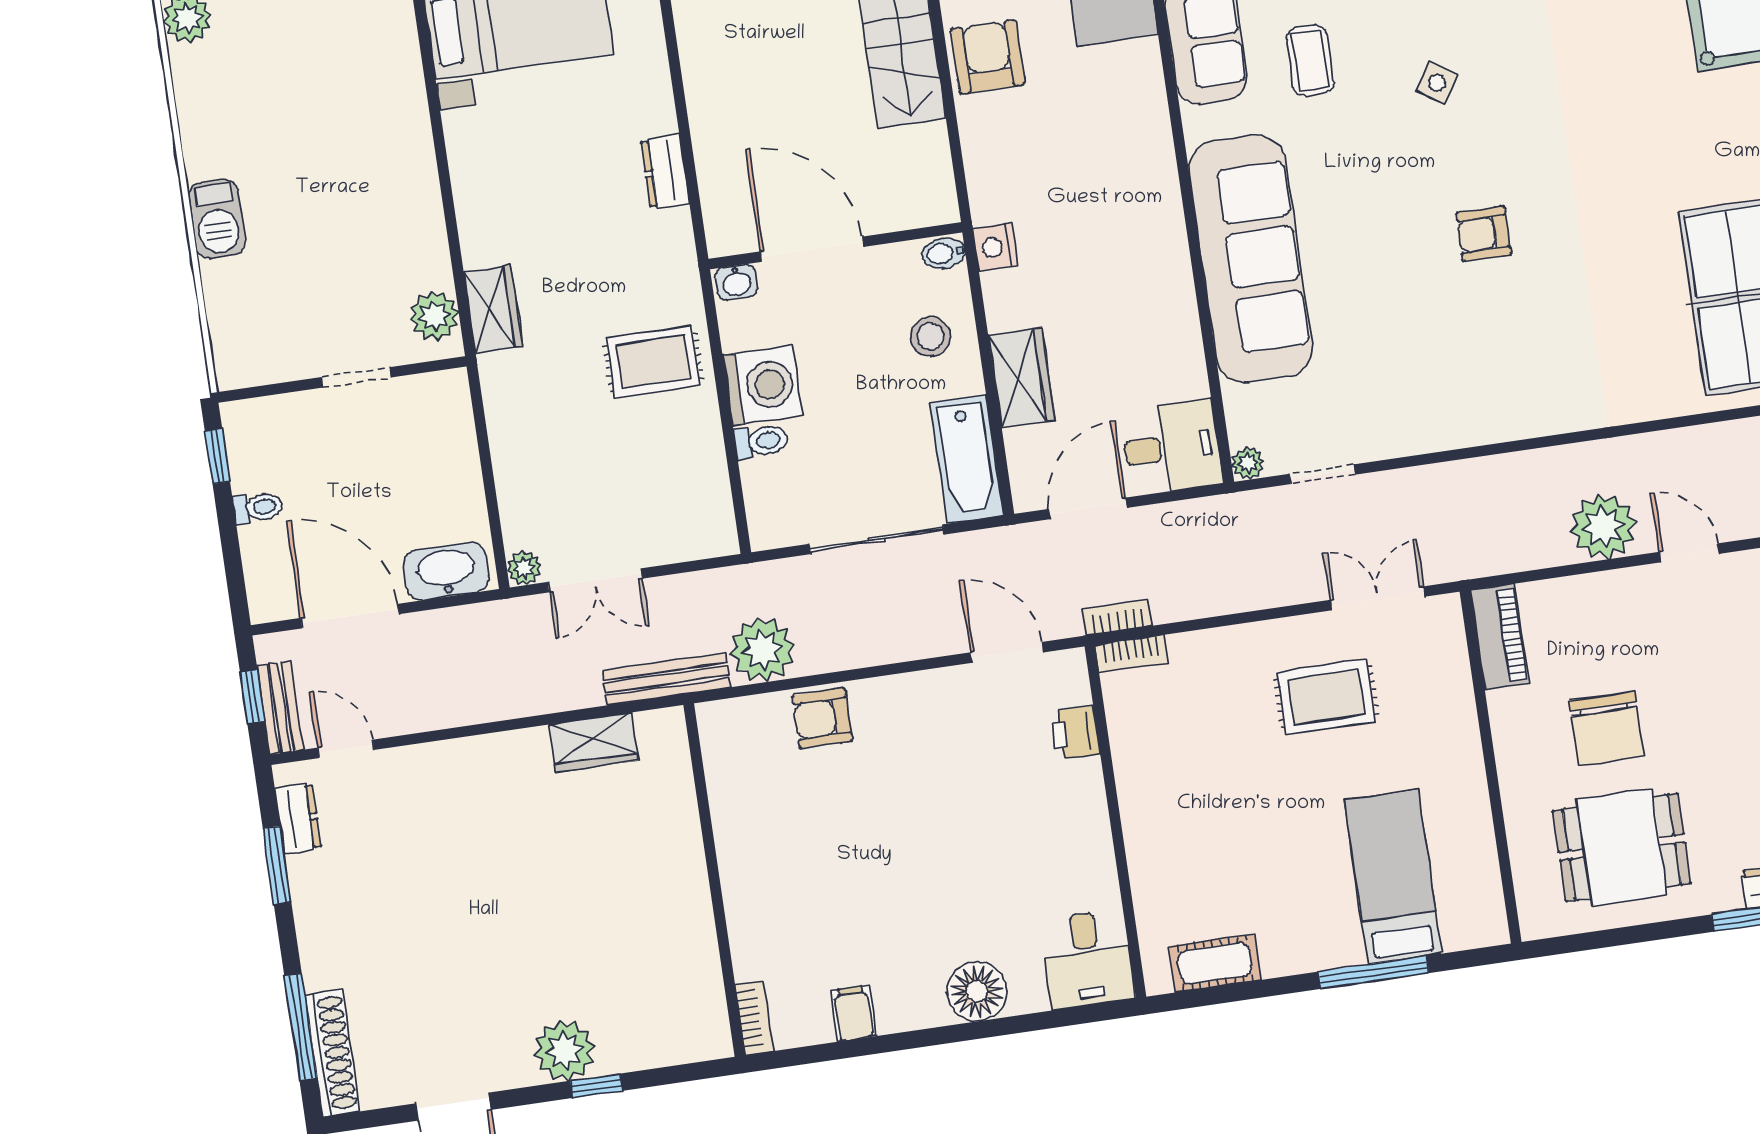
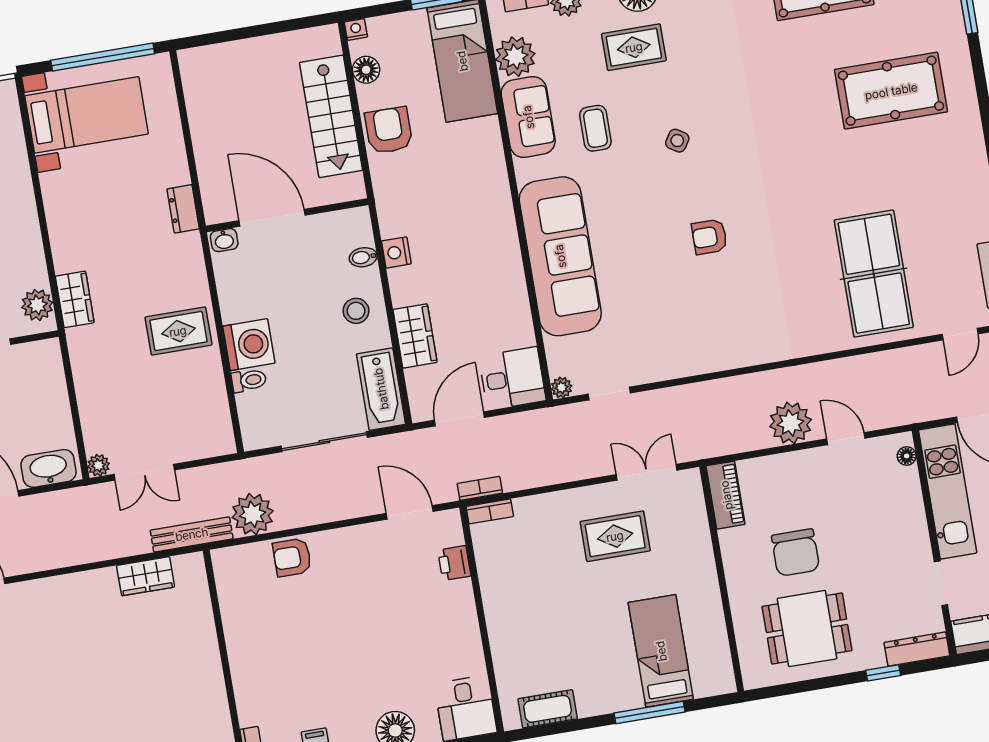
wall: (835, 246) -> (287, 215), moved
door: (812, 249) -> (272, 218), moved
washbasin: (736, 282) -> (224, 240), moved

